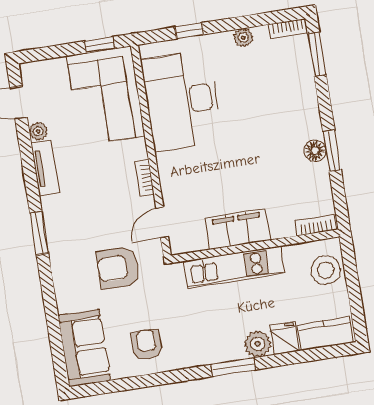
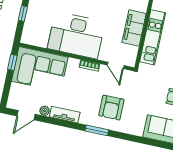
desk: (182, 101) -> (76, 35), moved
armchair: (118, 268) -> (111, 108), moved

